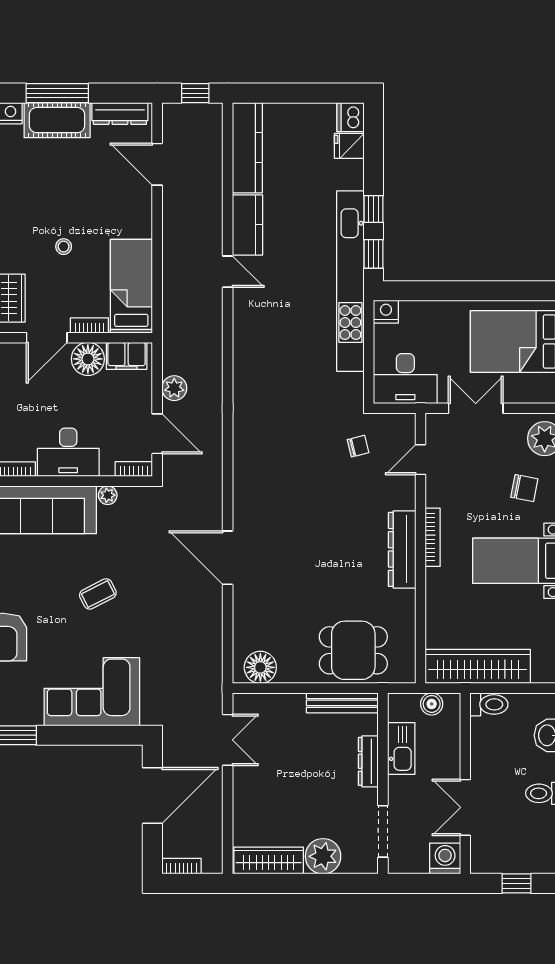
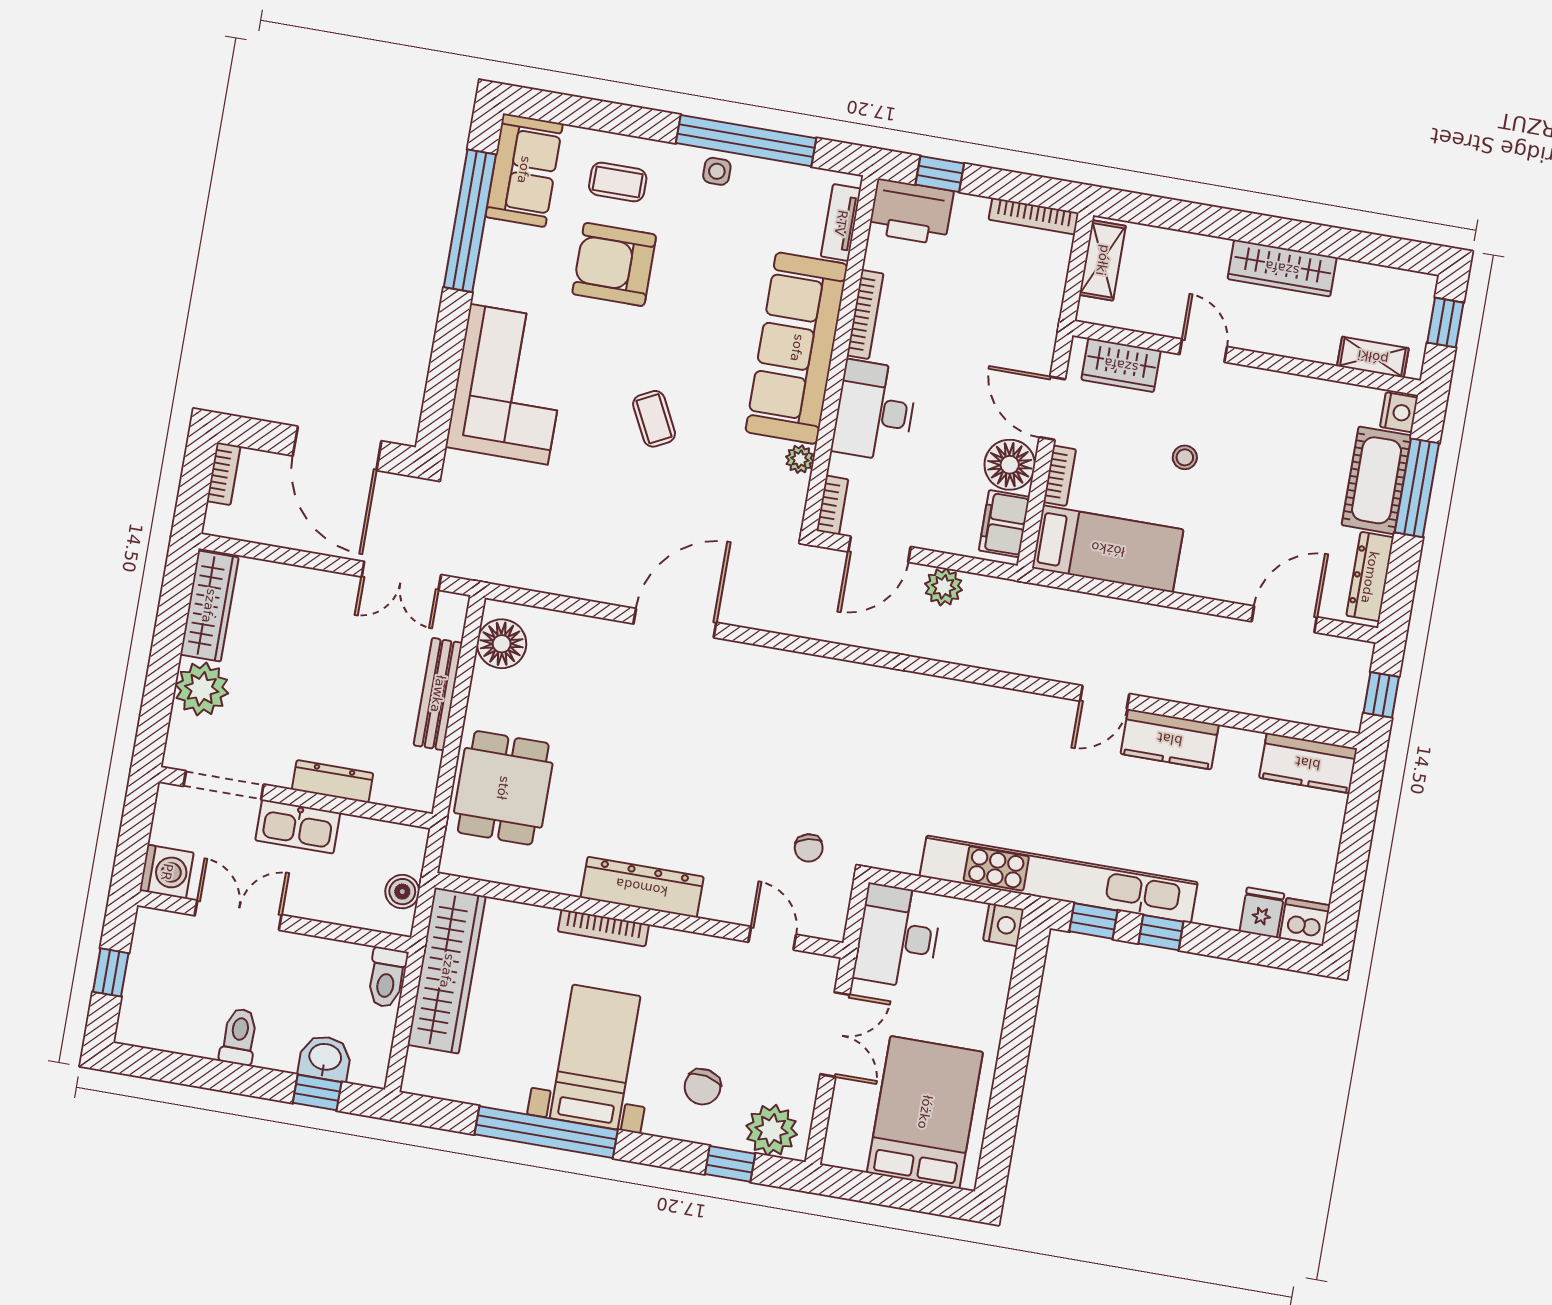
kitchen counter: (247, 148) -> (1308, 763), width x0.67
bookcase: (433, 537) -> (603, 928), moved
bench: (342, 703) -> (438, 694), moved
kitchen sink: (401, 748) -> (298, 827), moved

